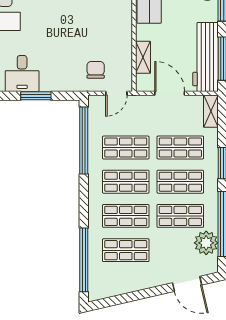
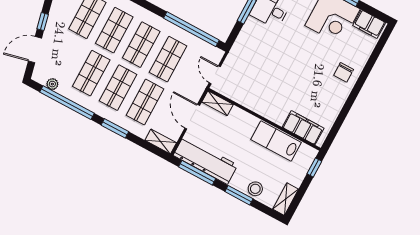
shelving: (143, 57) -> (218, 103), moved
chair: (96, 70) -> (242, 68), removed
door: (170, 93) -> (192, 117), swing flipped
plant: (206, 243) -> (52, 84), width x0.53, depth x0.53
window: (155, 291) -> (43, 22), added

